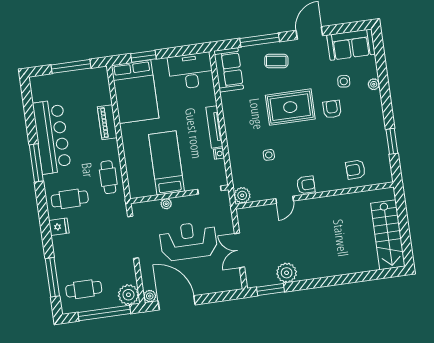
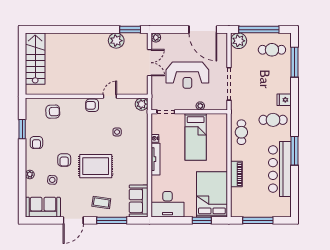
armchair: (371, 127) -> (36, 143), added
plant: (150, 296) -> (156, 37), moved

